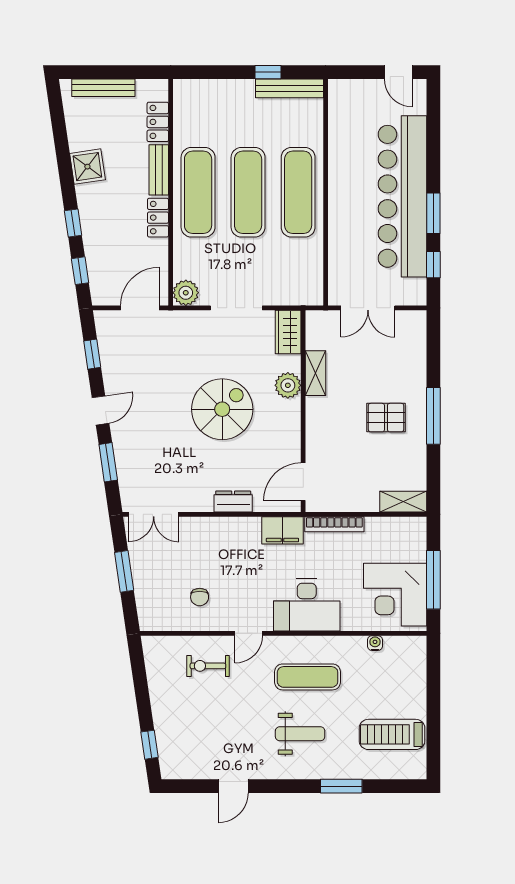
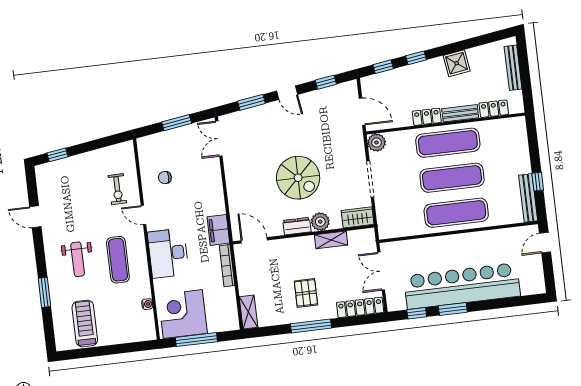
door: (398, 72) -> (545, 243), moved
locker: (415, 344) -> (360, 307), added
dresser: (233, 502) -> (297, 226), moved, turned -90
exercise bike: (208, 666) -> (117, 189), turned 180

